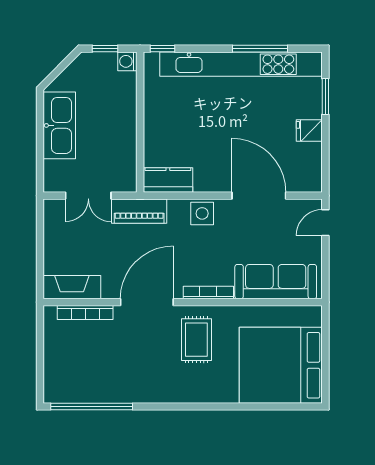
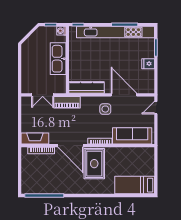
kitchen sink: (59, 125) -> (58, 59), moved, turned 180
kitchen counter: (168, 180) -> (87, 87), width x1.50
side table: (202, 213) -> (105, 109), moved
door: (147, 302) -> (71, 146), swing flipped
rug: (196, 340) -> (94, 164), width x1.36, depth x1.43
bed: (281, 365) -> (135, 185), width x0.49

